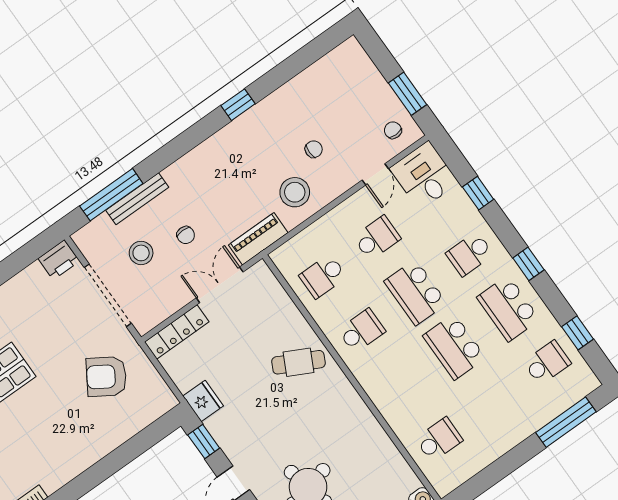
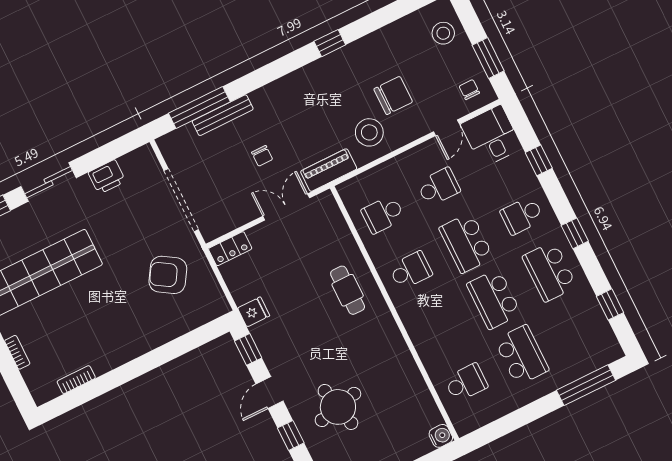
chair: (314, 149) -> (393, 95), width x1.87, depth x1.87
stool: (141, 253) -> (443, 33), moved
printer: (59, 260) -> (107, 177), moved
locker: (177, 332) -> (230, 249), width x0.66
cafe table: (298, 362) -> (348, 290), turned 63
school desk: (547, 363) -> (522, 355), moved, width x1.85
fridge: (203, 401) -> (254, 312), width x0.72

